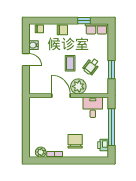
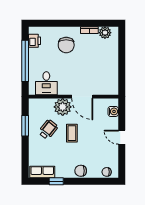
water cooler: (34, 45) -> (113, 111), moved

